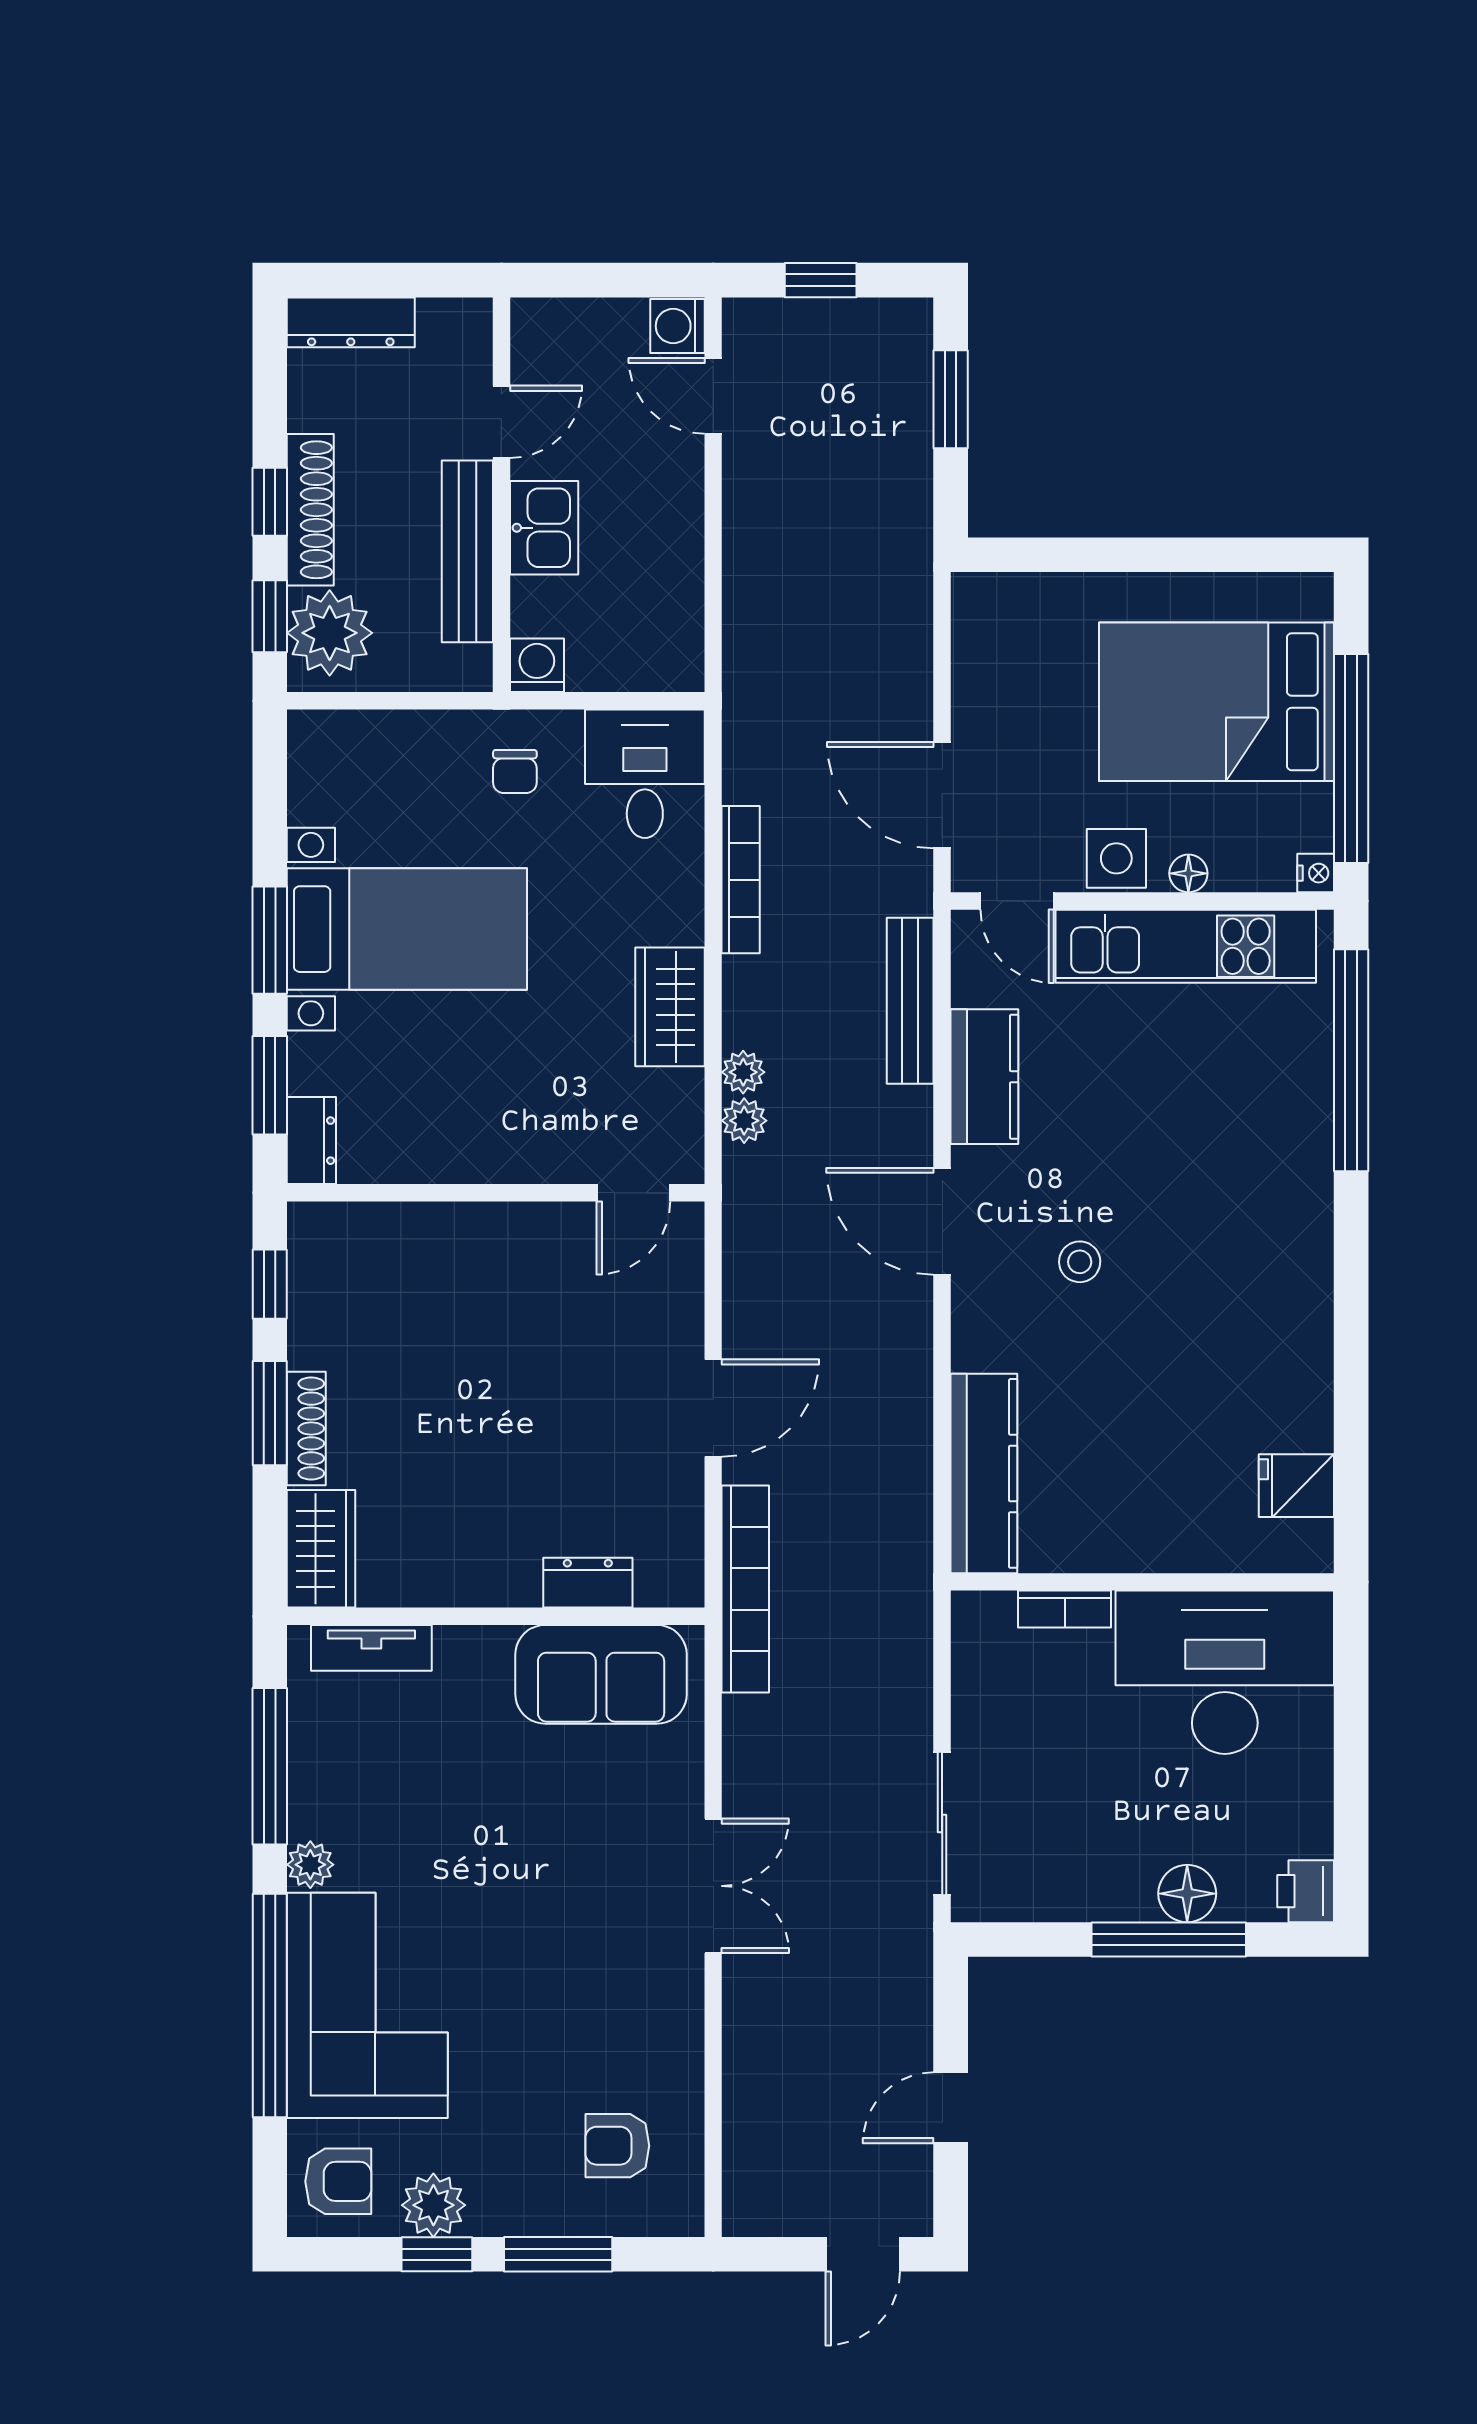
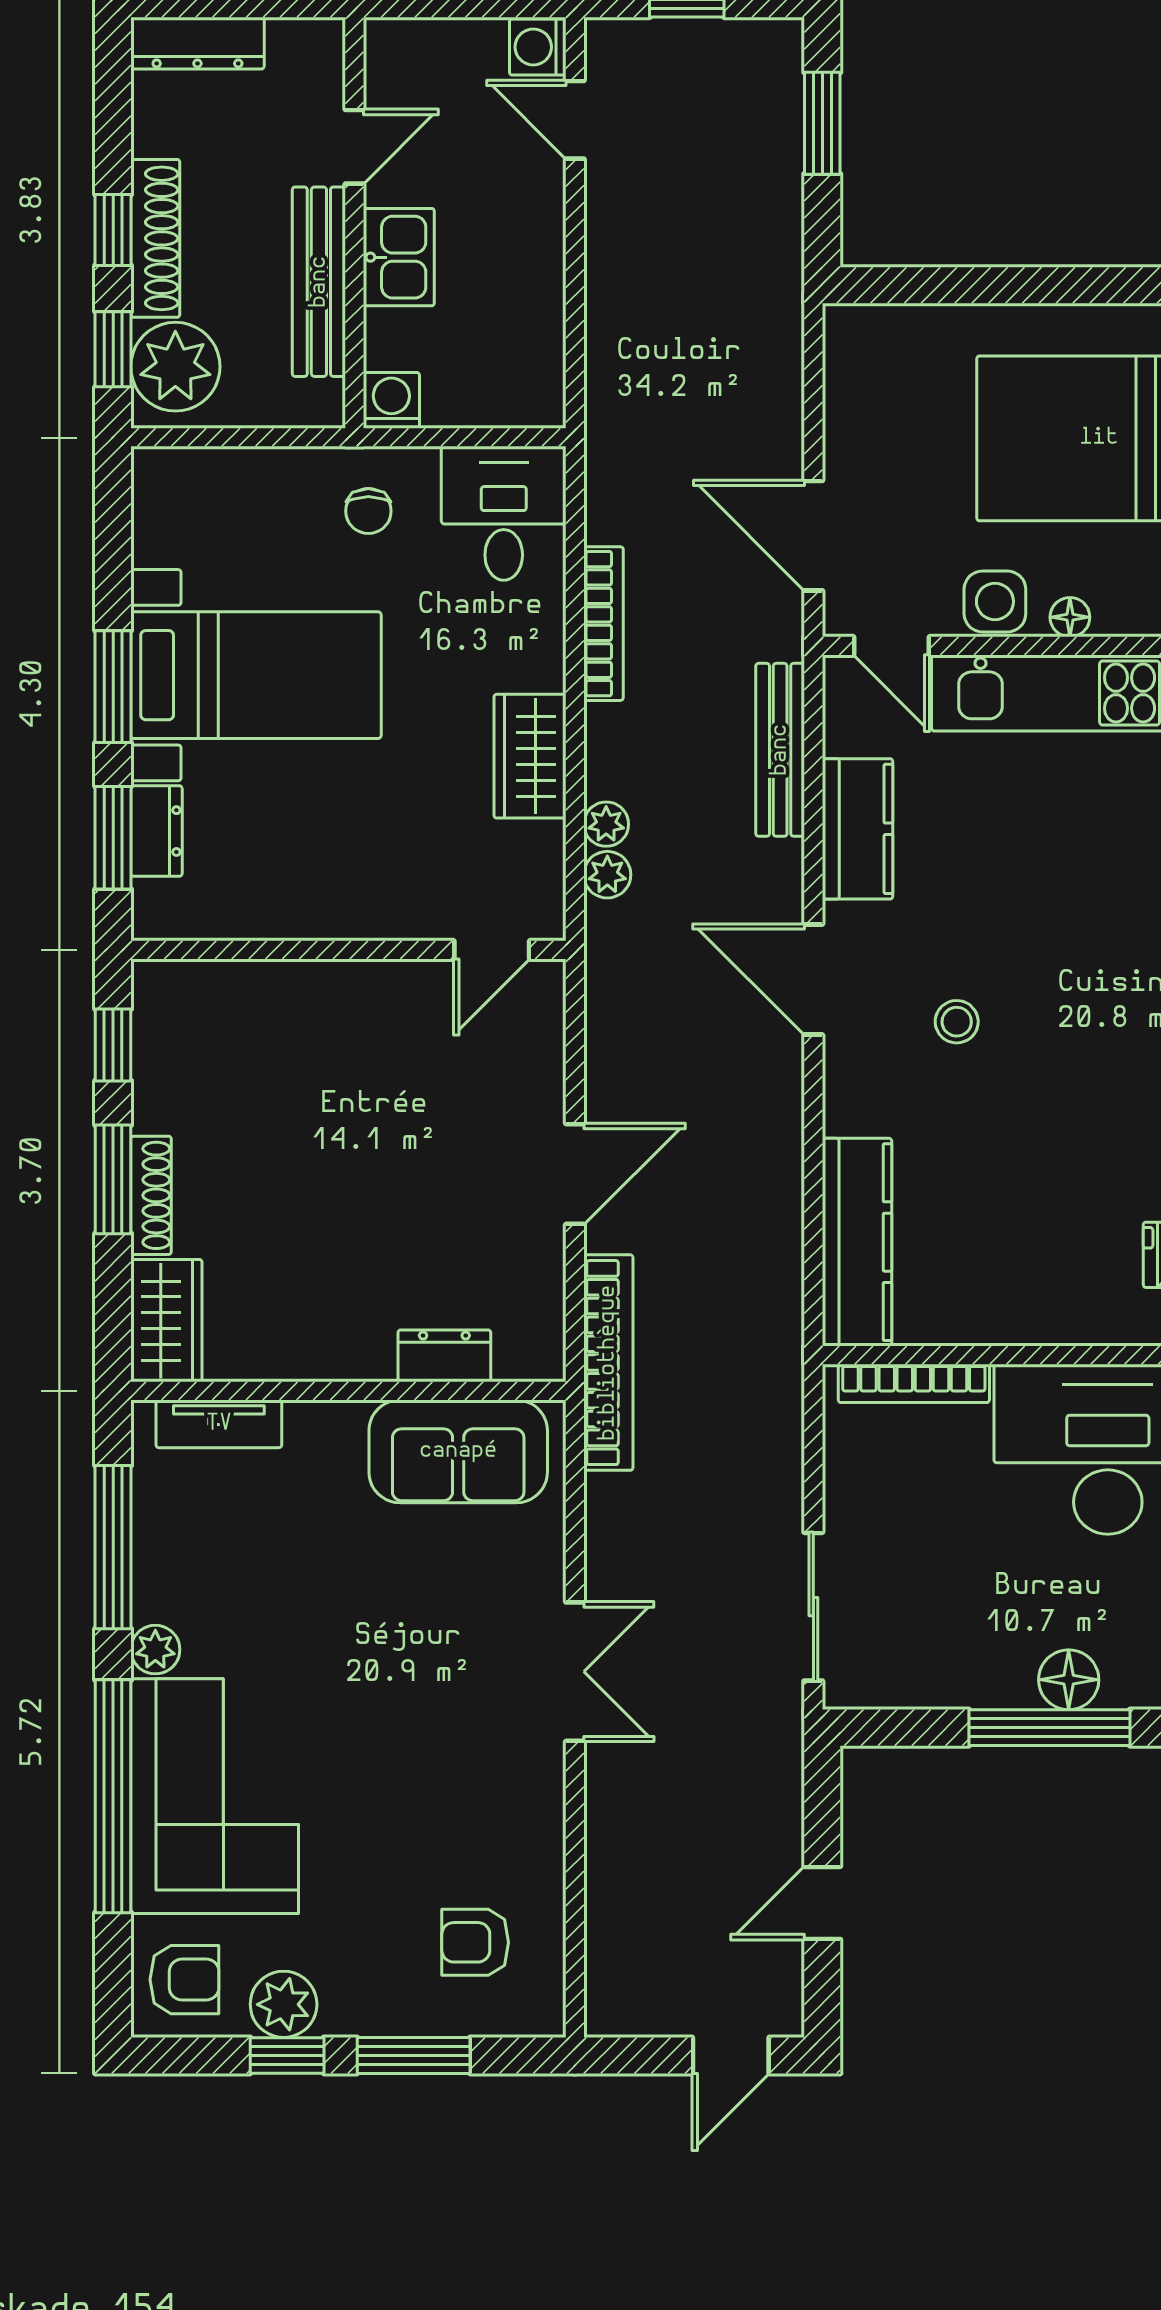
dresser: (311, 1141) -> (156, 831), moved
bookcase: (1065, 1609) -> (914, 1383), width x1.56

